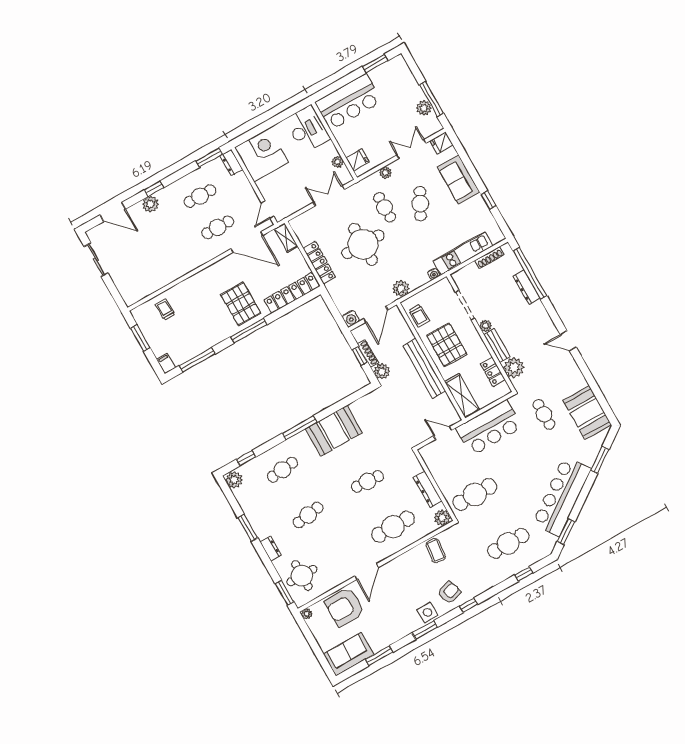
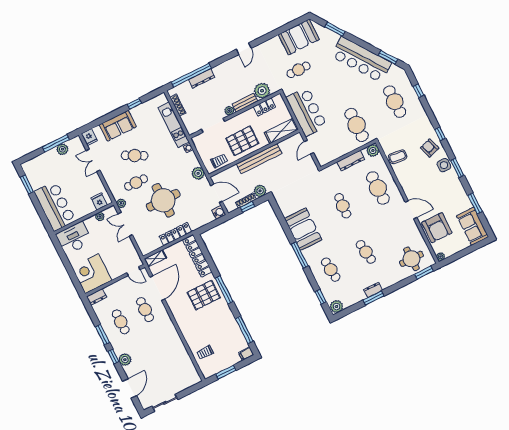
window: (209, 158) -> (102, 335), moved
plant: (385, 173) -> (121, 203), moved
dresser: (271, 549) -> (373, 290), moved

